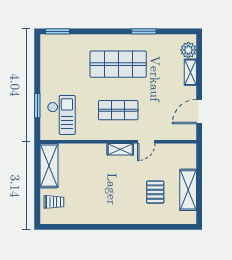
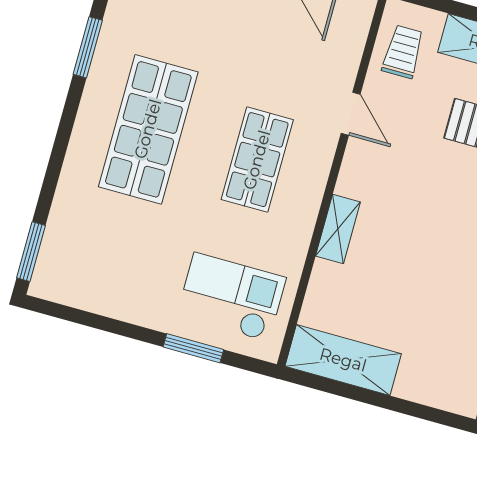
shelving: (120, 149) -> (338, 229), moved
trolley: (54, 202) -> (403, 52), moved

